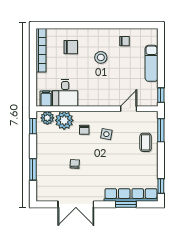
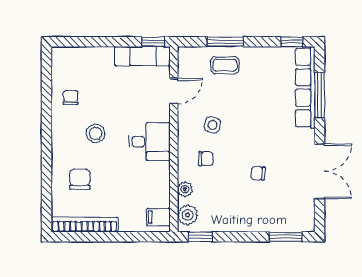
exam couch: (151, 63) -> (142, 56), moved
desk: (65, 93) -> (149, 142), moved
door: (129, 109) -> (174, 91), swing flipped
plant: (64, 120) -> (185, 189), width x0.53, depth x0.53
window: (161, 130) -> (225, 42), moved
window: (33, 169) -> (286, 237), moved
window: (126, 204) -> (320, 95), width x1.44

